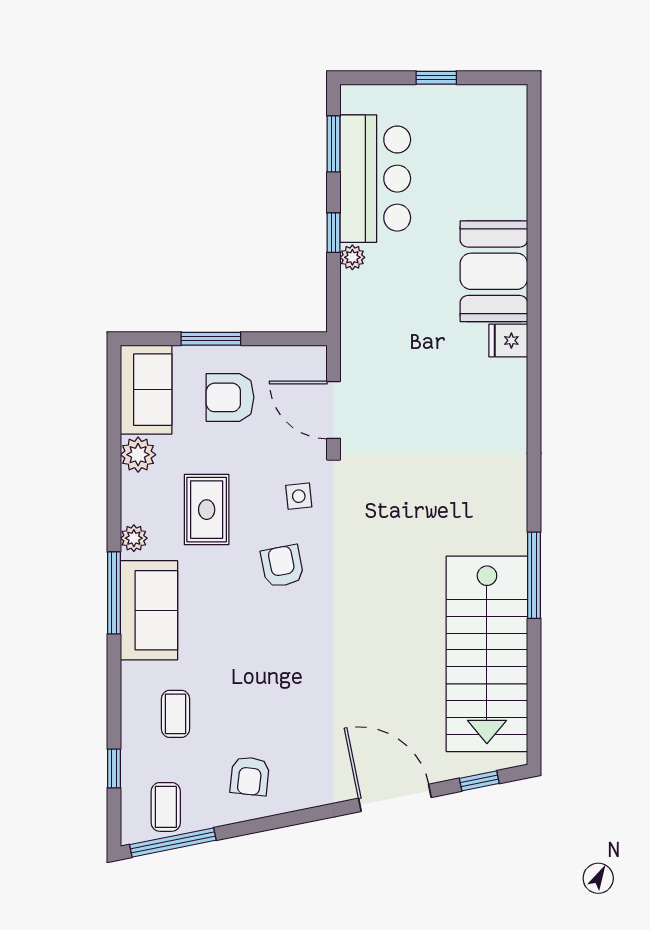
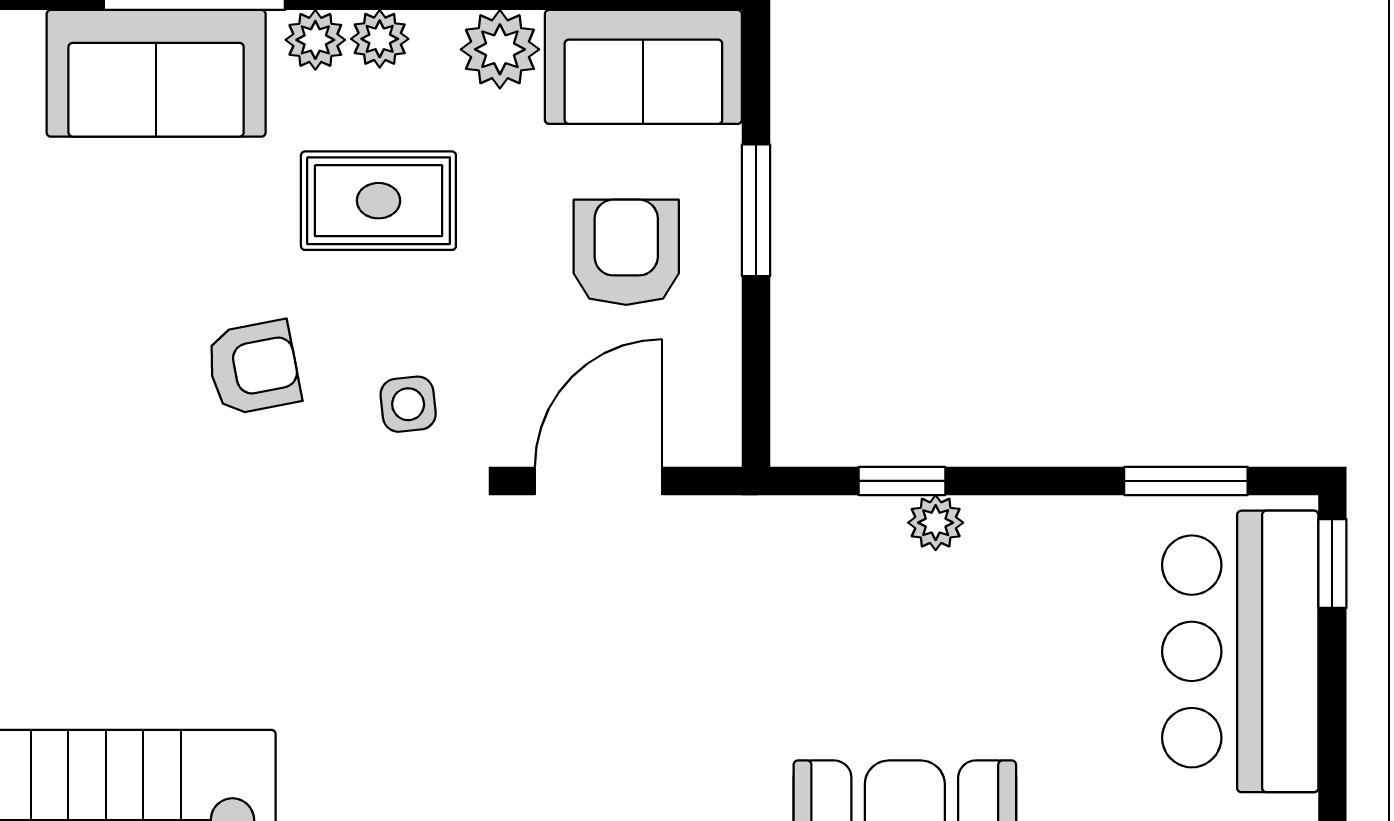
window: (436, 78) -> (1332, 563), moved
bar counter: (375, 179) -> (1240, 651), moved, turned 90
window: (334, 233) -> (902, 481), moved
plant: (133, 509) -> (380, 39), added

